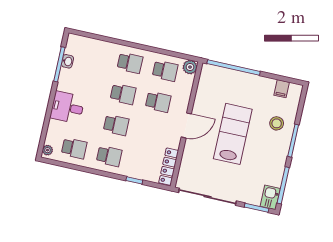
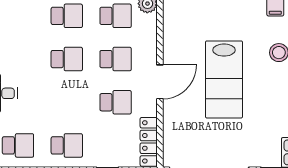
school desk: (116, 125) -> (116, 102), moved
lab bench: (233, 134) -> (224, 79), turned 180

